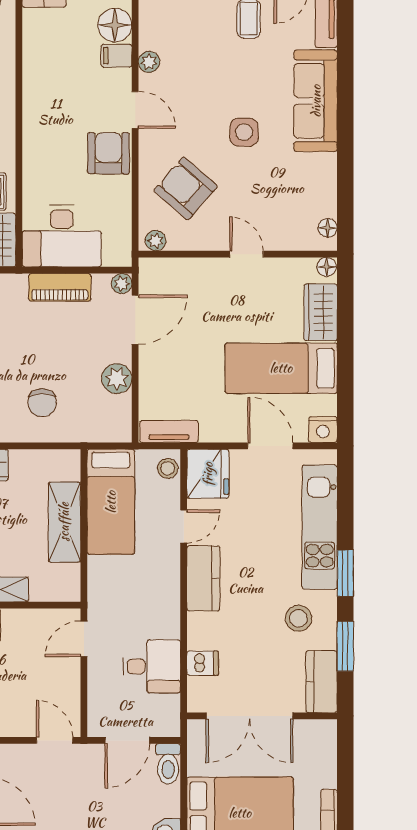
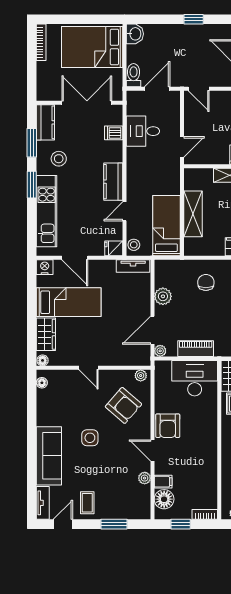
fridge: (208, 474) -> (114, 248), width x0.53, depth x0.75

